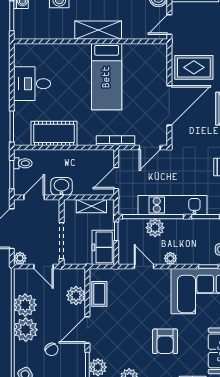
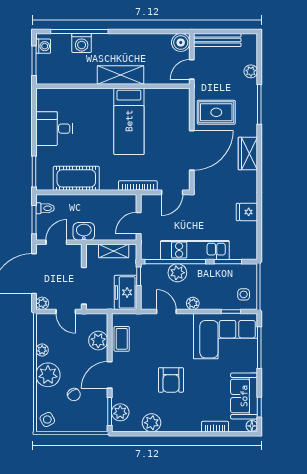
plant: (25, 305) -> (42, 350), width x0.53, depth x0.53
armchair: (165, 341) -> (171, 380), moved

